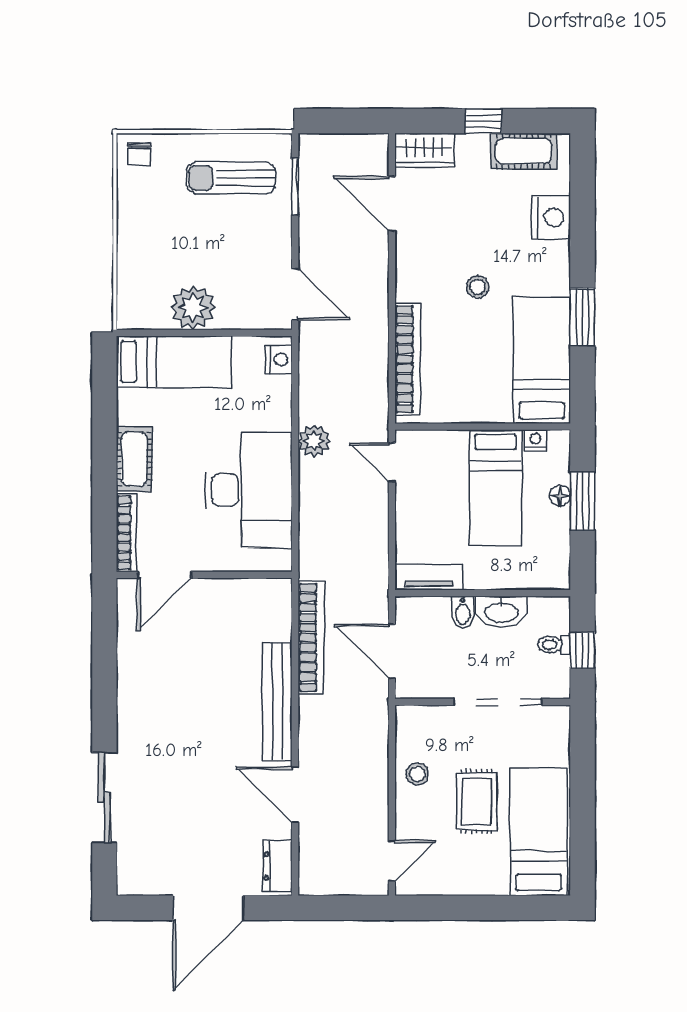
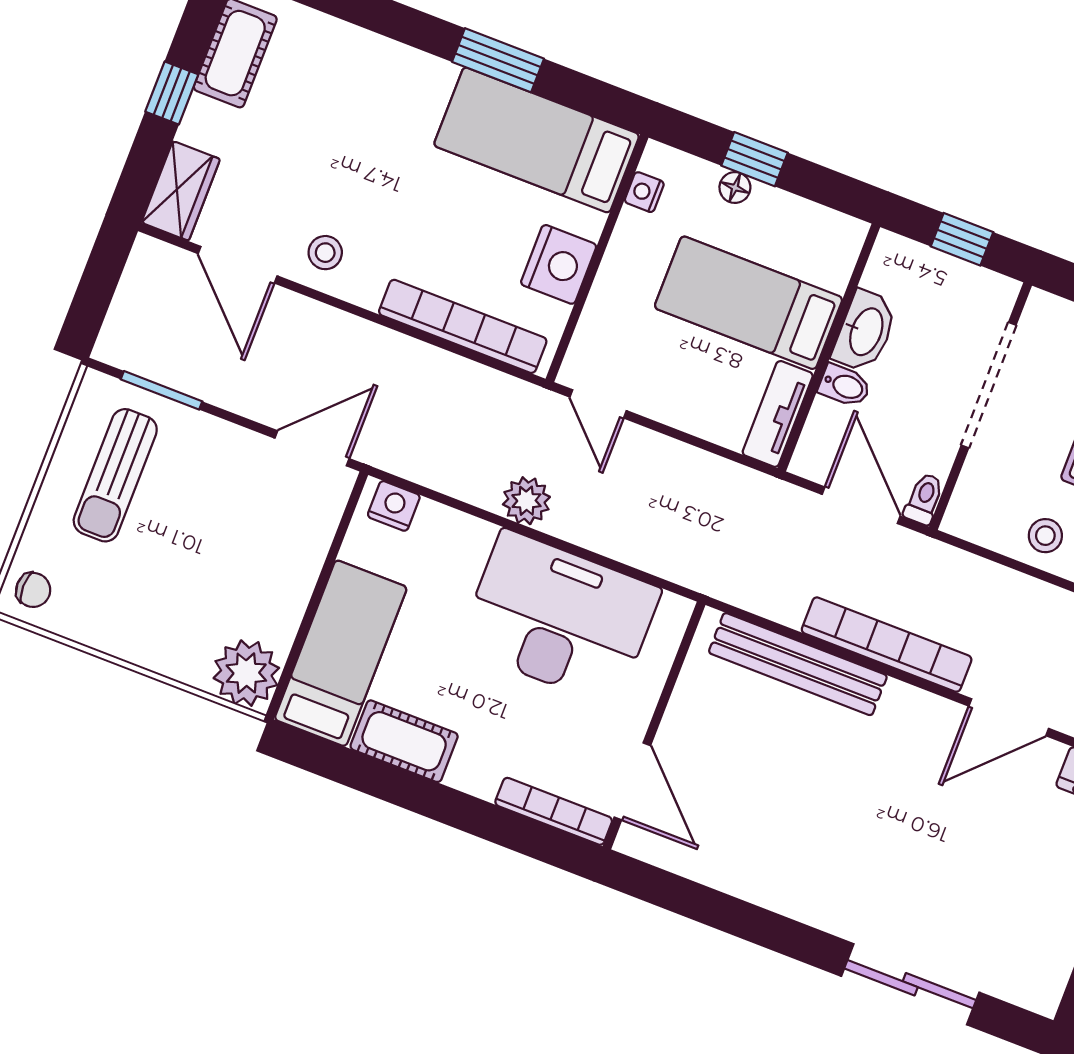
door: (392, 204) -> (238, 265), hinge flipped
nightstand: (551, 218) -> (559, 264), moved, turned 90
stool: (478, 287) -> (325, 253), moved
plant: (193, 308) -> (246, 673), moved
cot: (134, 459) -> (404, 741), moved
door: (392, 462) -> (598, 404), hinge flipped
bed: (496, 488) -> (748, 303), moved, turned 180
window: (582, 501) -> (755, 159), width x0.67
bookcase: (311, 638) -> (887, 645), moved
toilet: (554, 645) -> (924, 499), moved, turned 180
door: (392, 651) -> (861, 505), swing flipped
bench: (277, 702) -> (798, 664), moved

